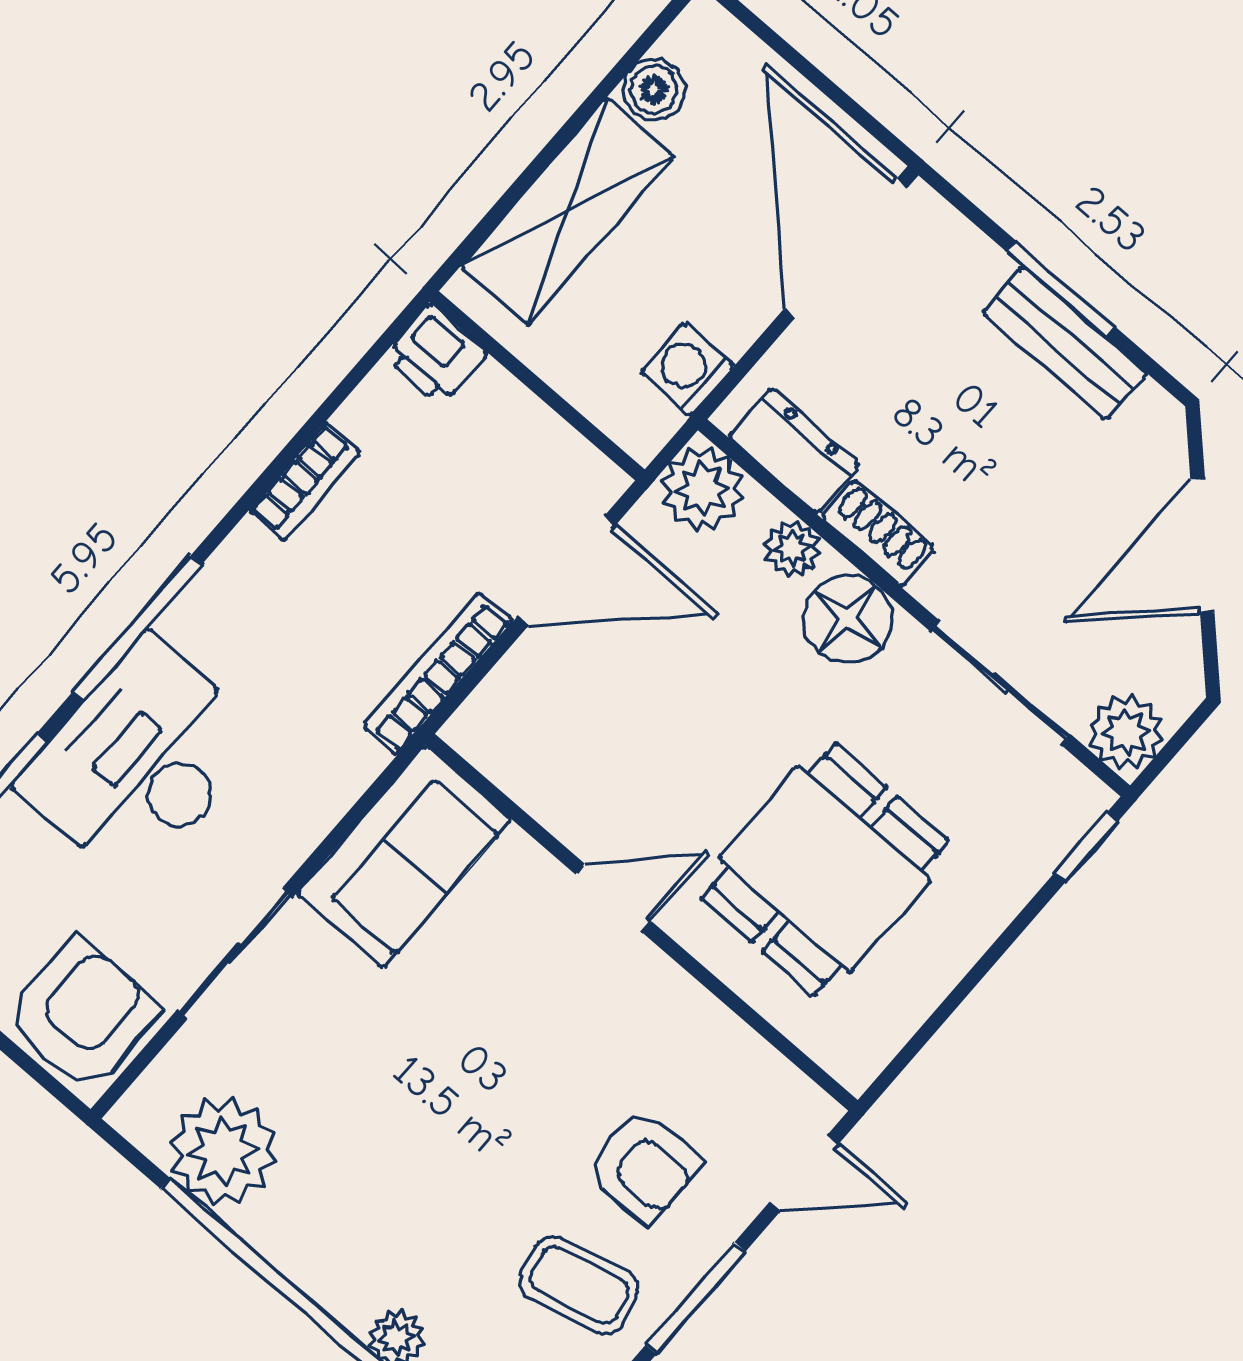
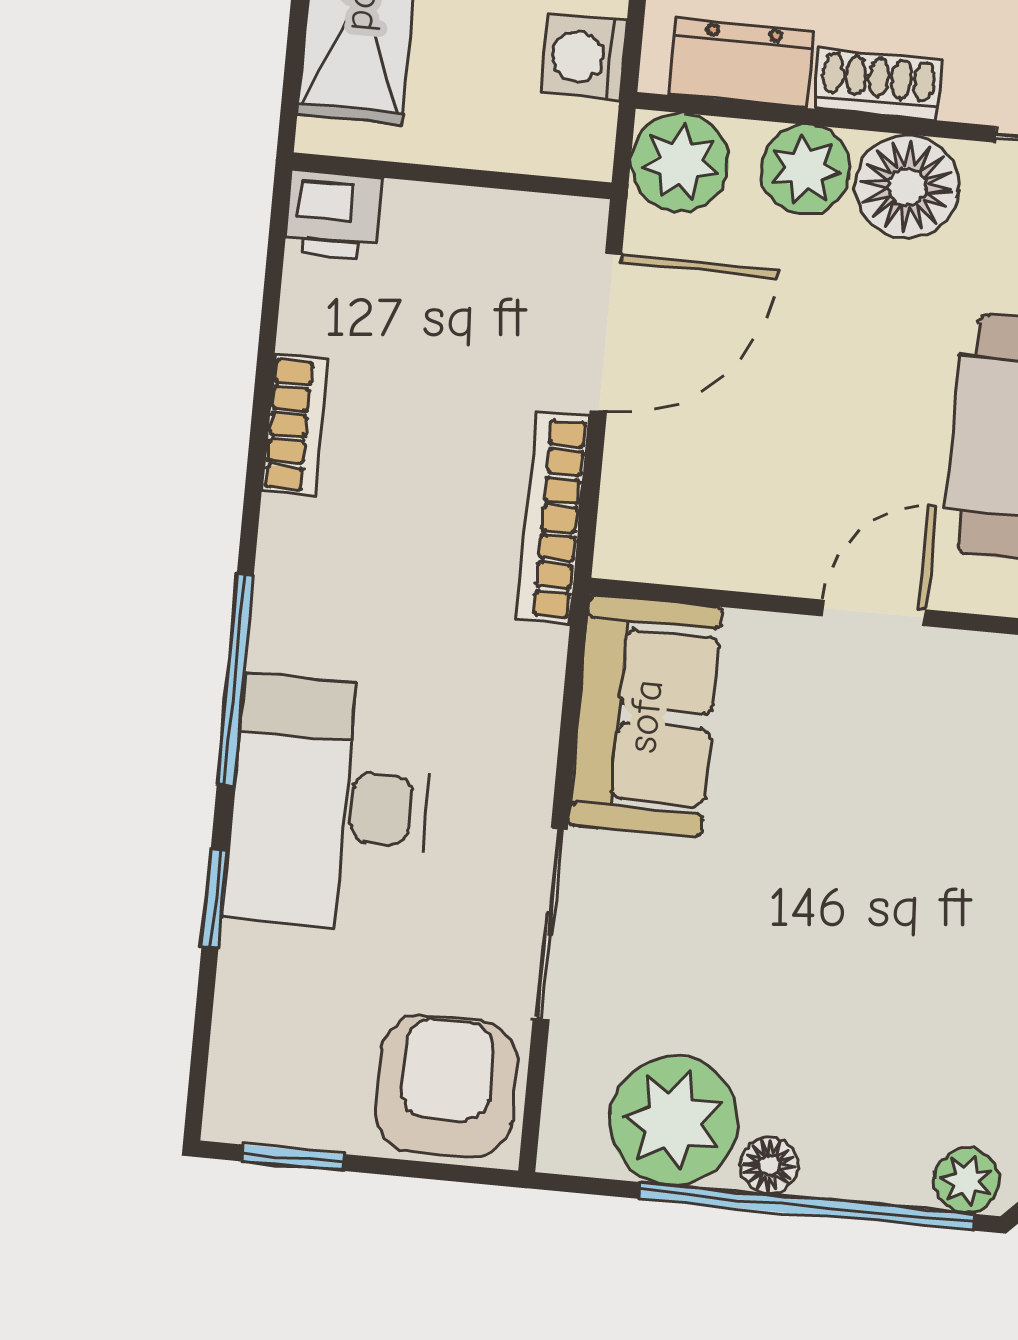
plant: (792, 549) -> (805, 170), width x1.38, depth x1.38
floor lamp: (267, 1230) -> (769, 1166), added

